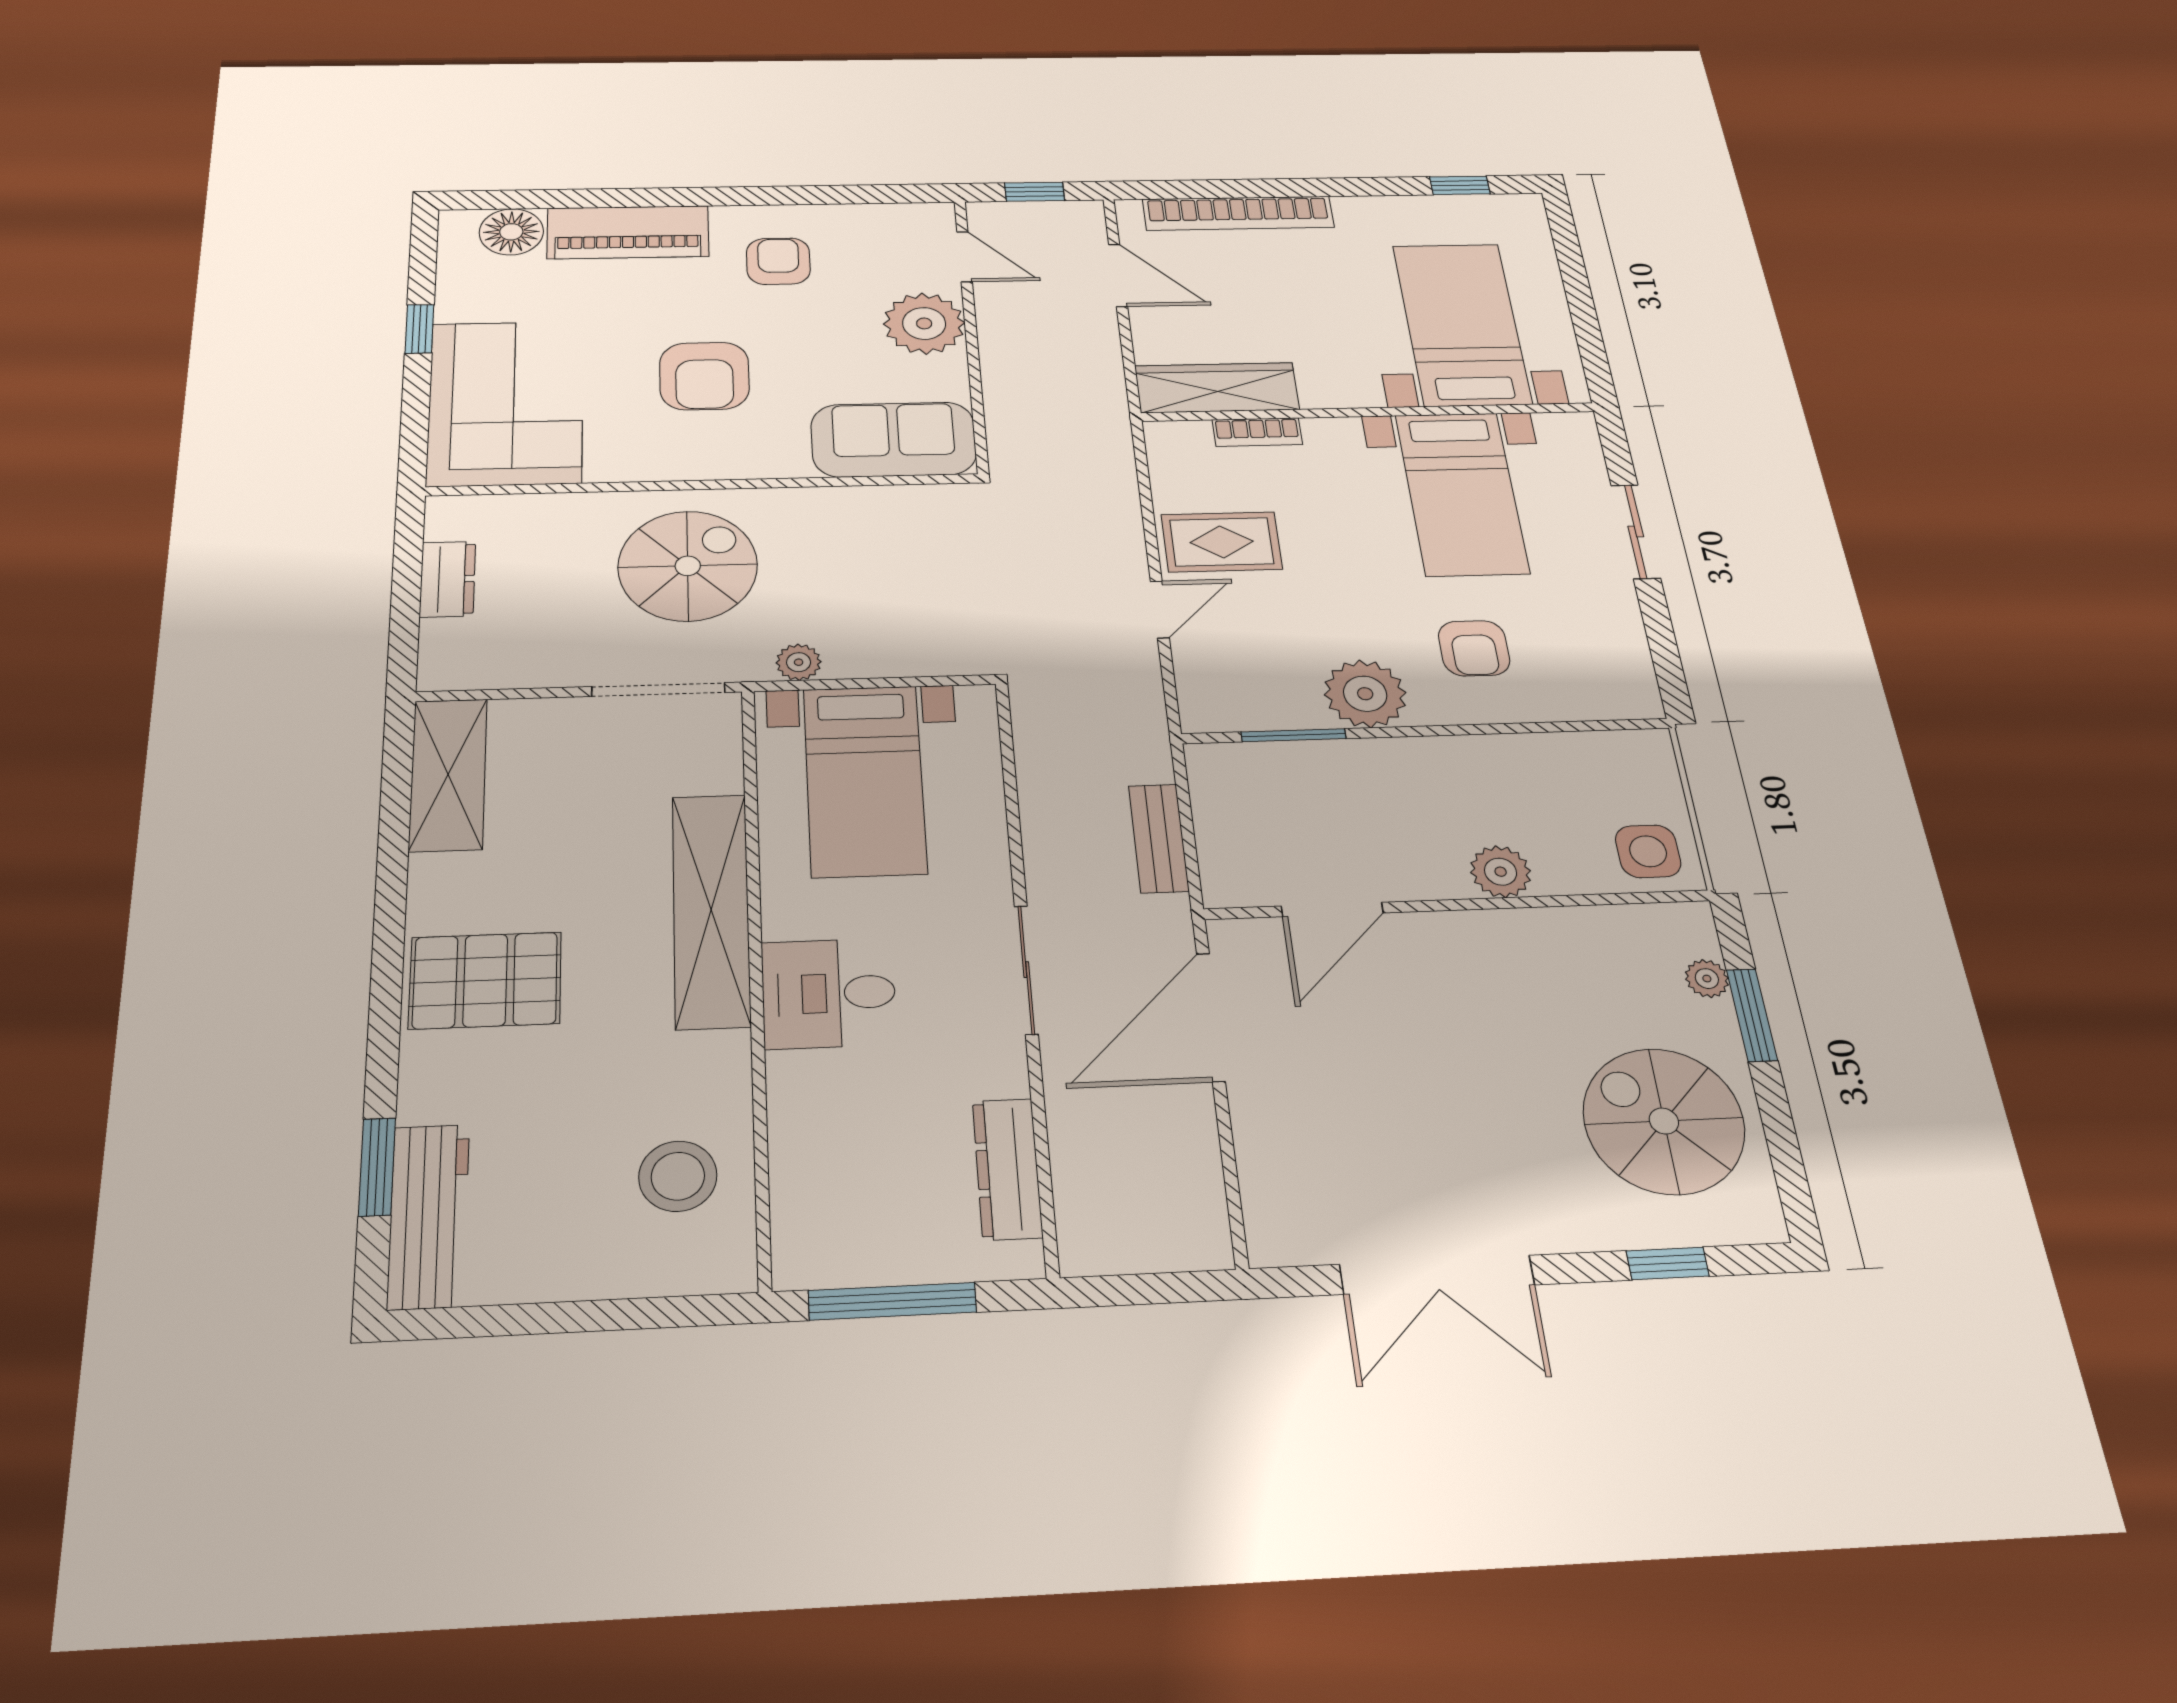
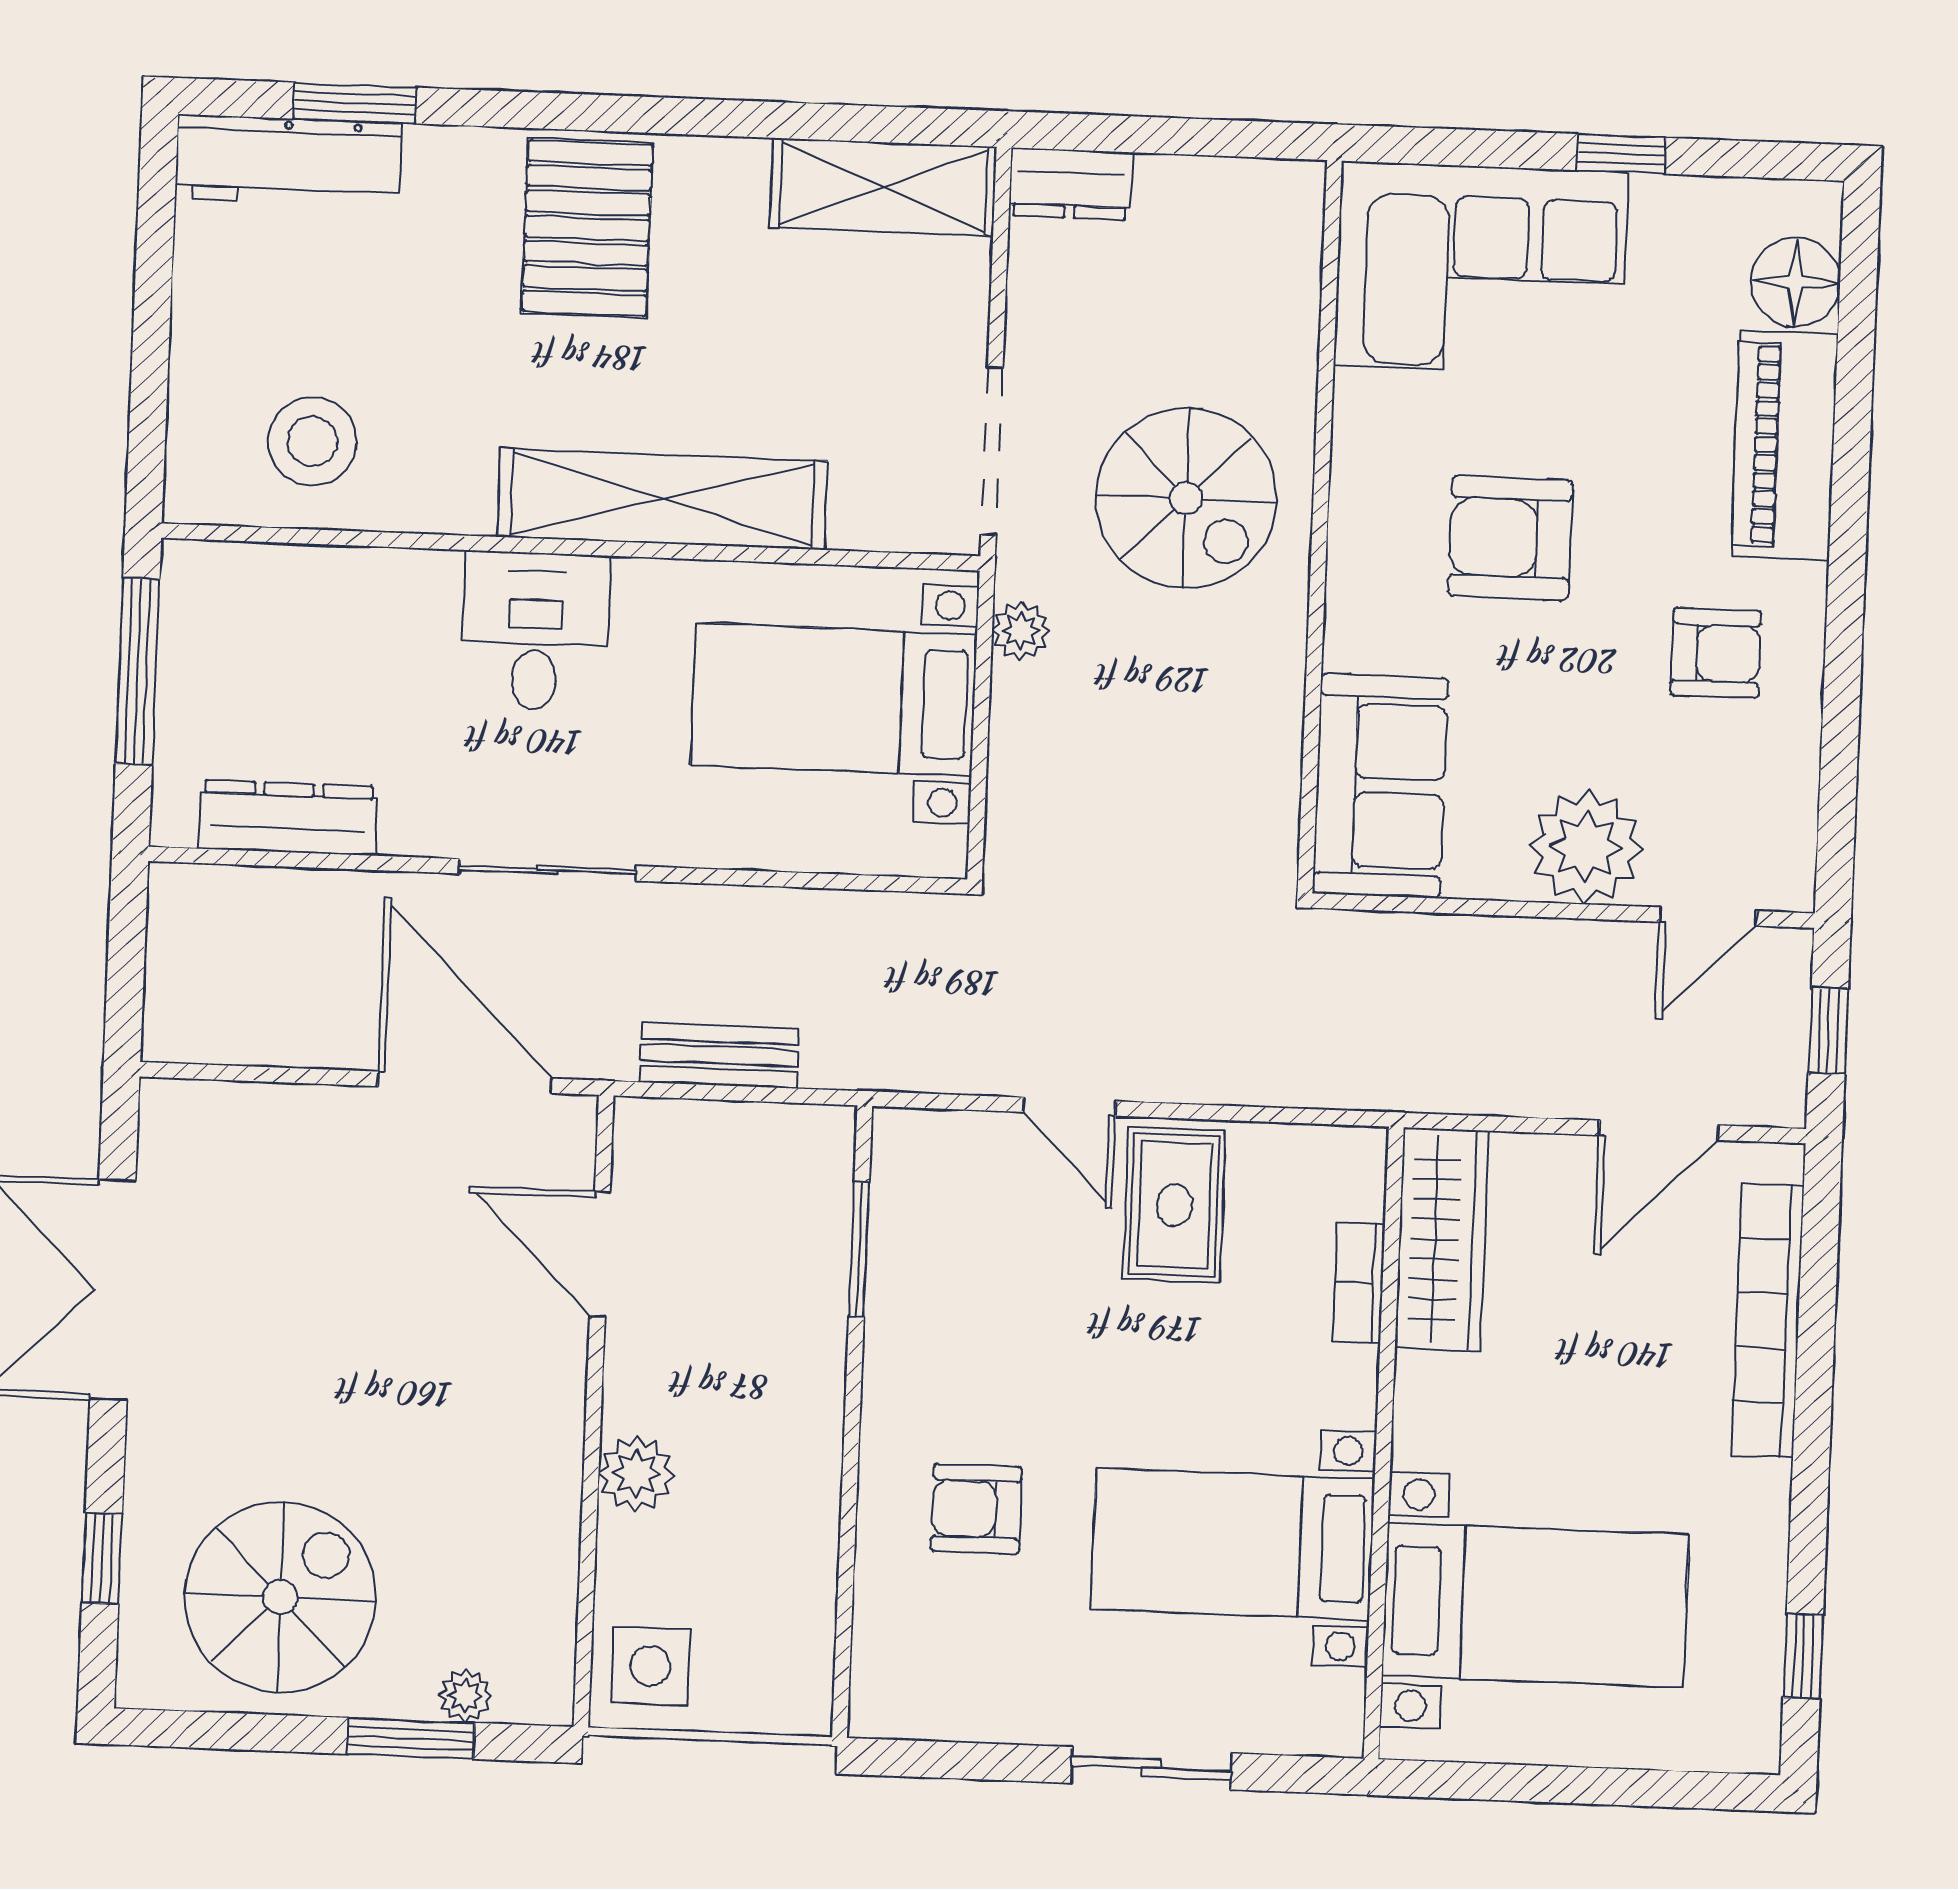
dresser: (448, 579) -> (1070, 184), moved
plant: (1365, 694) -> (916, 1353), removed

